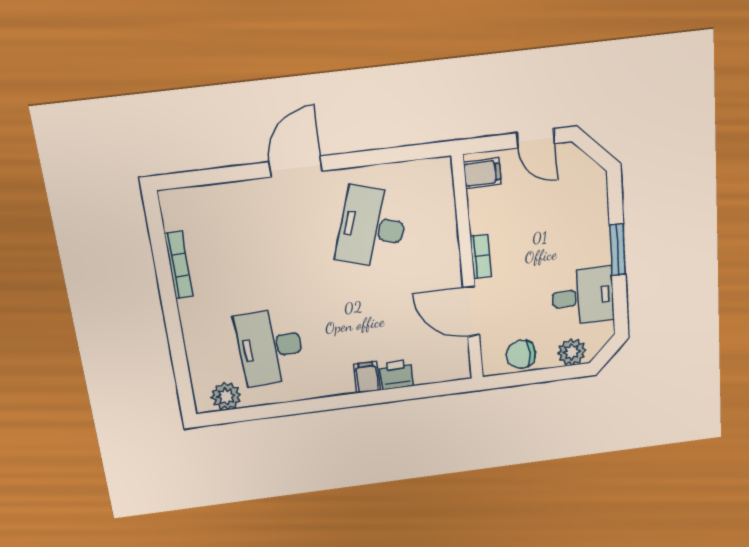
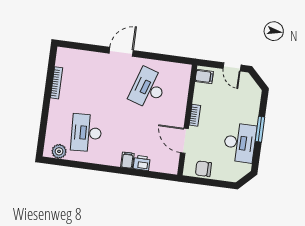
desk: (583, 297) -> (240, 143), width x1.37
plant: (572, 352) -> (228, 174), removed

